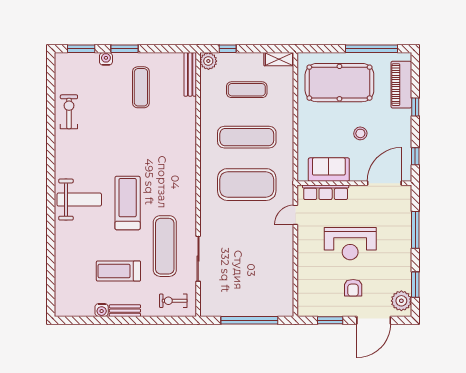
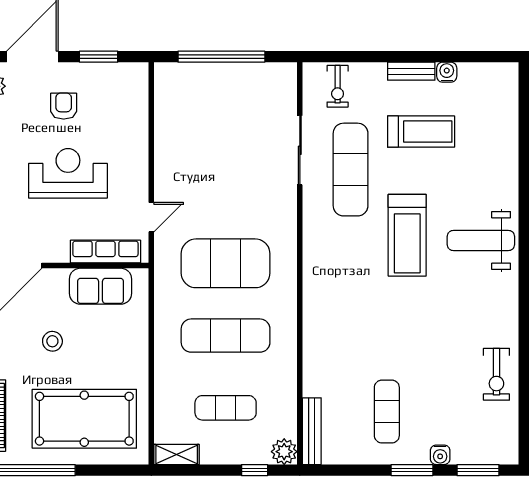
exercise bike: (173, 301) -> (338, 86), turned 90

